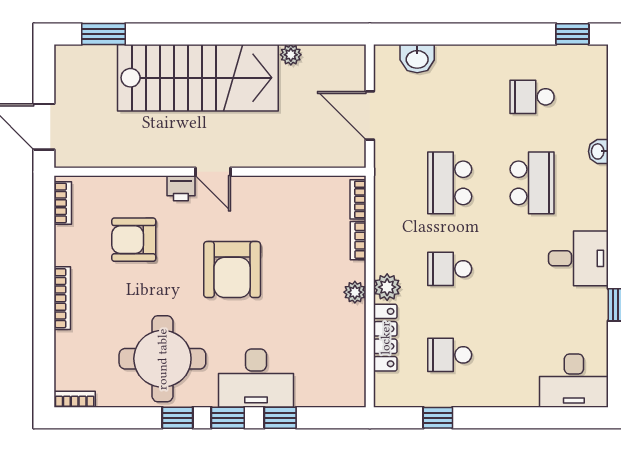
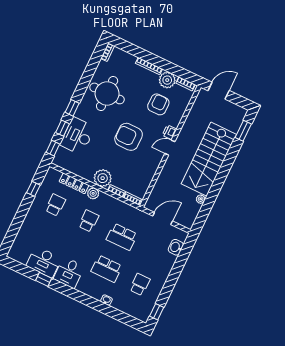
school desk: (450, 183) -> (122, 237), turned 180
plant: (73, 245) -> (167, 80), added
plant: (355, 292) -> (103, 178), width x1.87, depth x1.87
desk: (256, 378) -> (77, 136), moved
desk: (574, 381) -> (44, 262), moved, turned -90
window: (178, 418) -> (53, 148), moved

